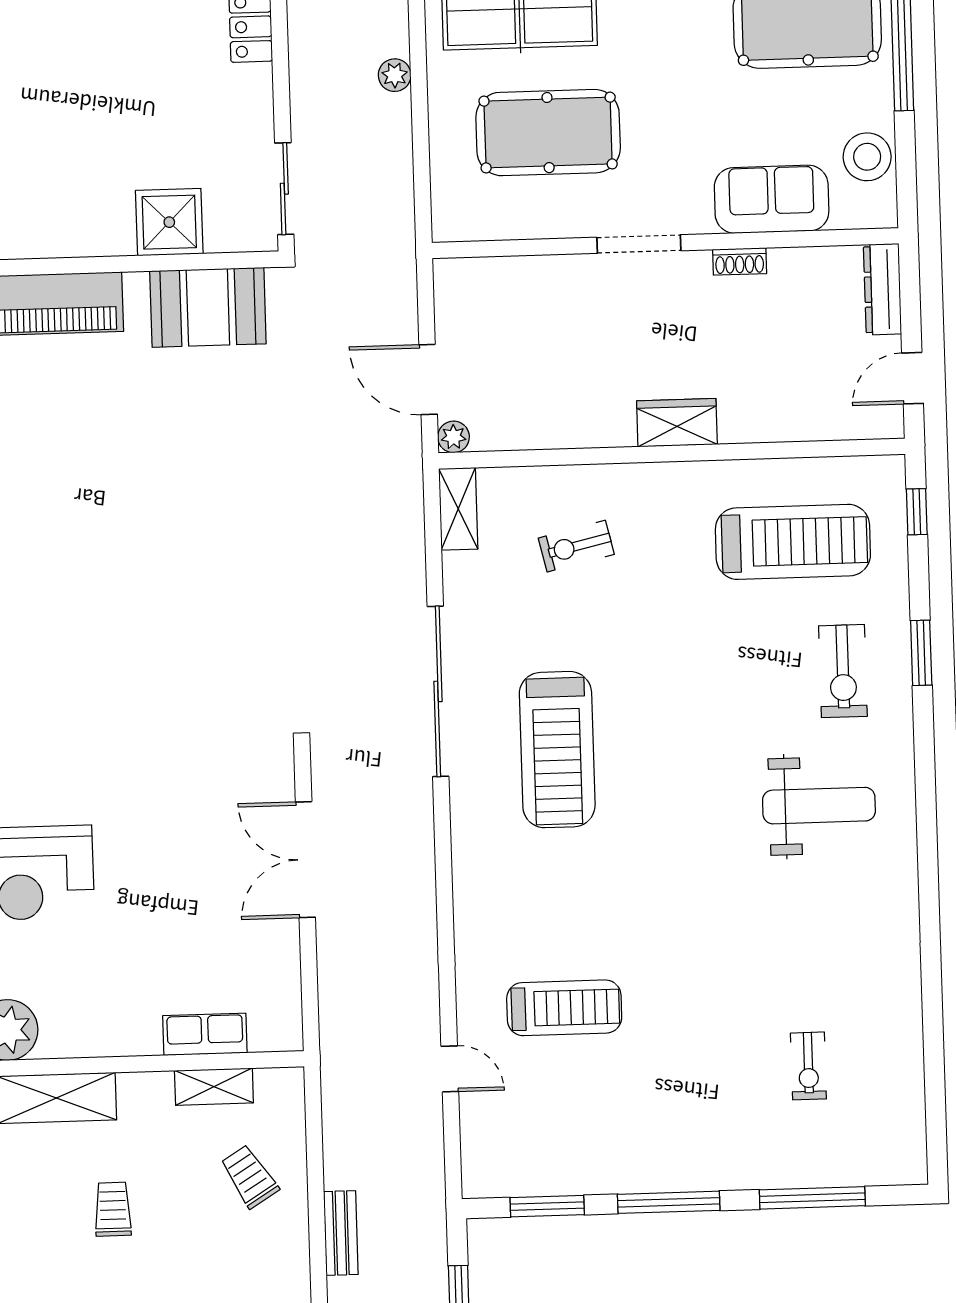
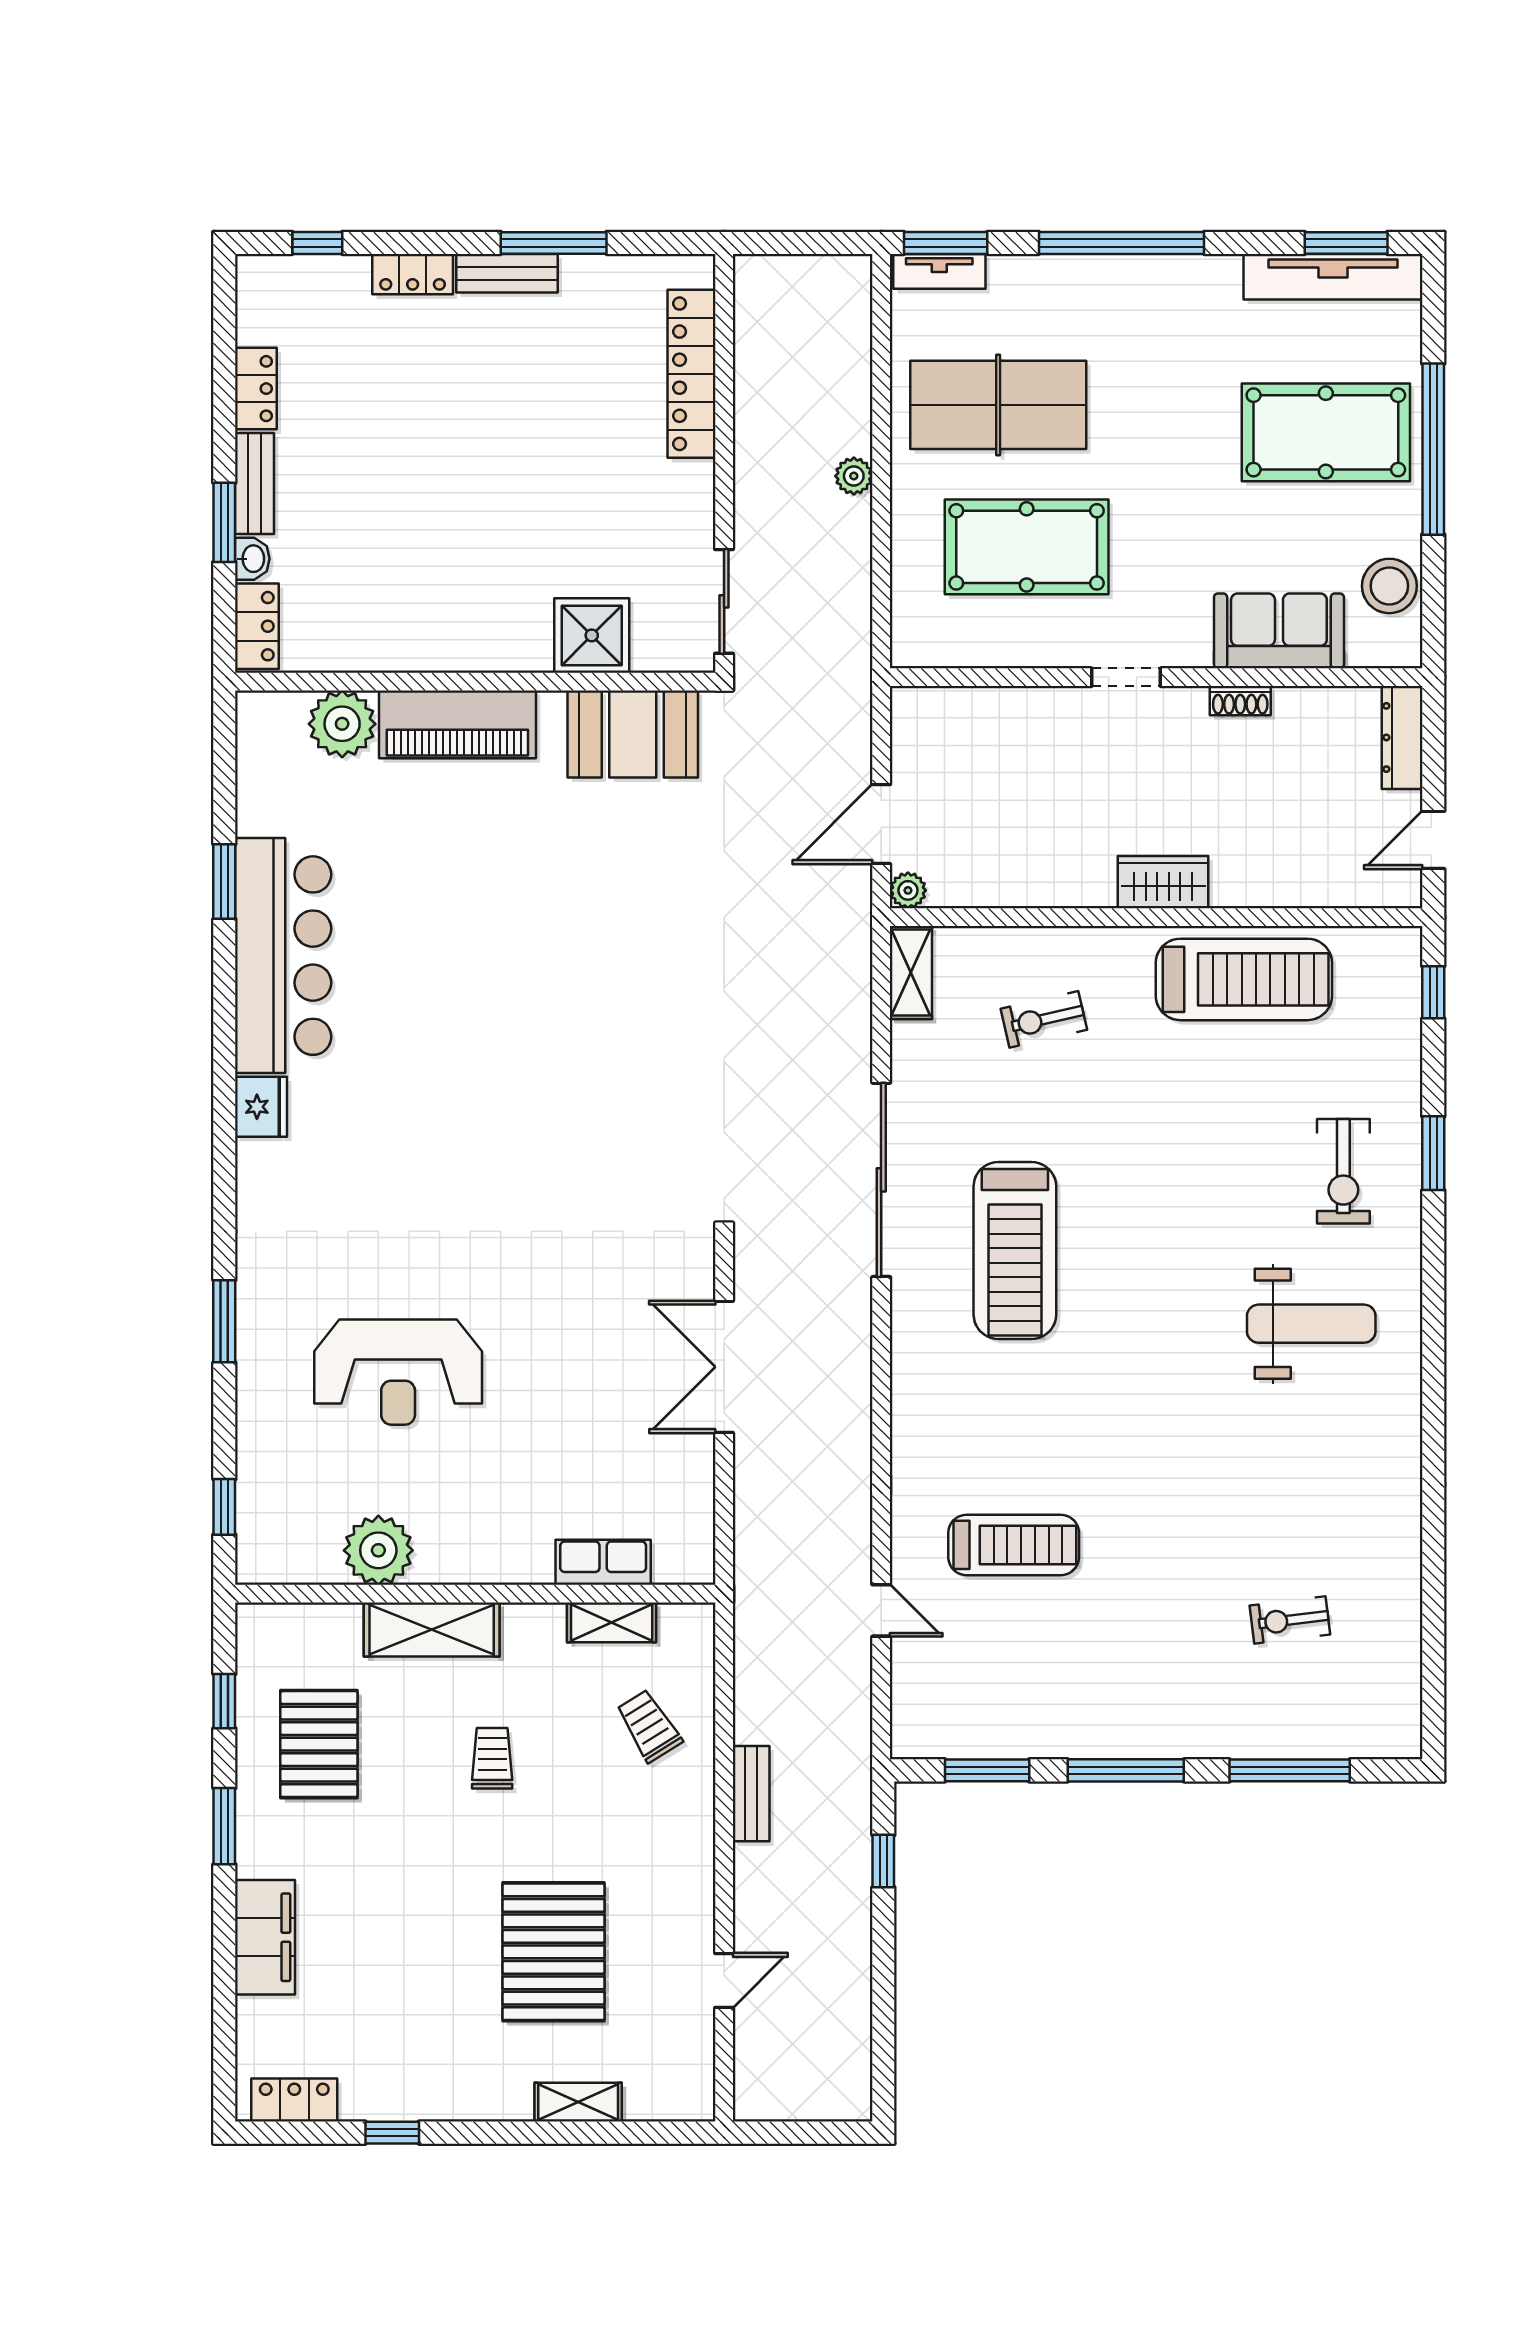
doorway: (639, 244) -> (1126, 677), width x0.73
door: (428, 379) -> (881, 824), hinge flipped
treadmill: (793, 542) -> (1244, 979), moved
exercise bike: (808, 1066) -> (1290, 1620), turned 83

